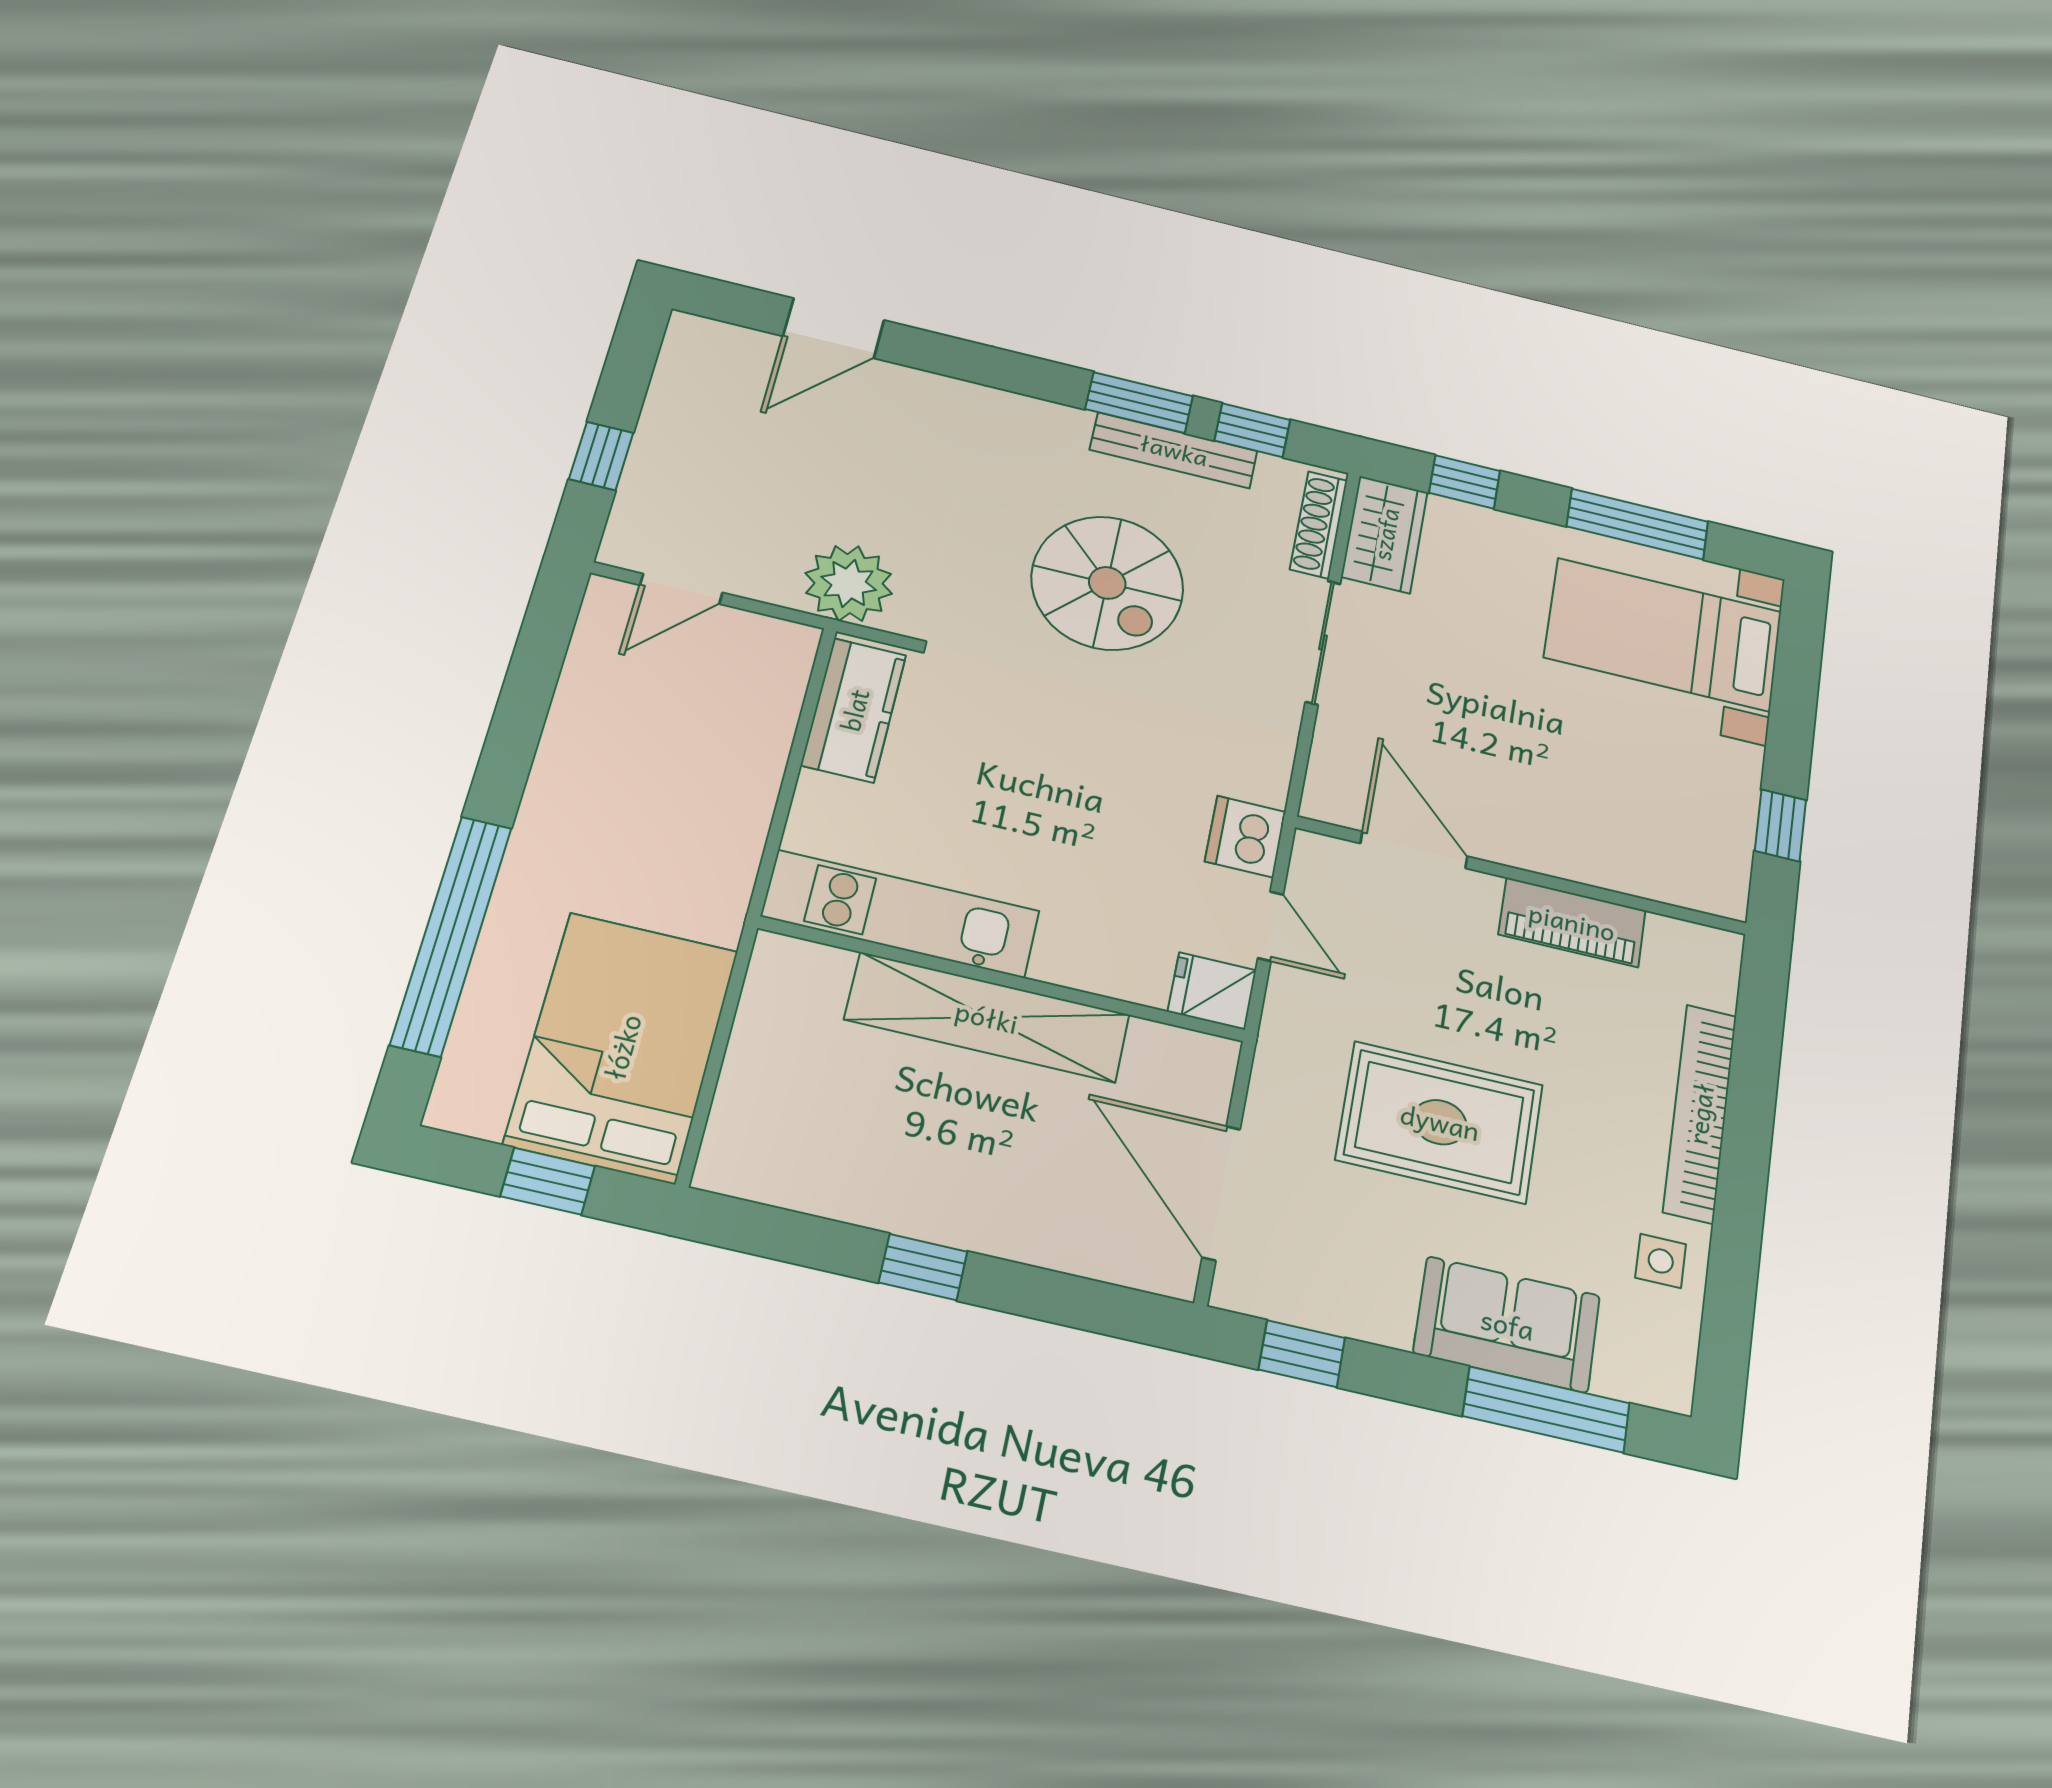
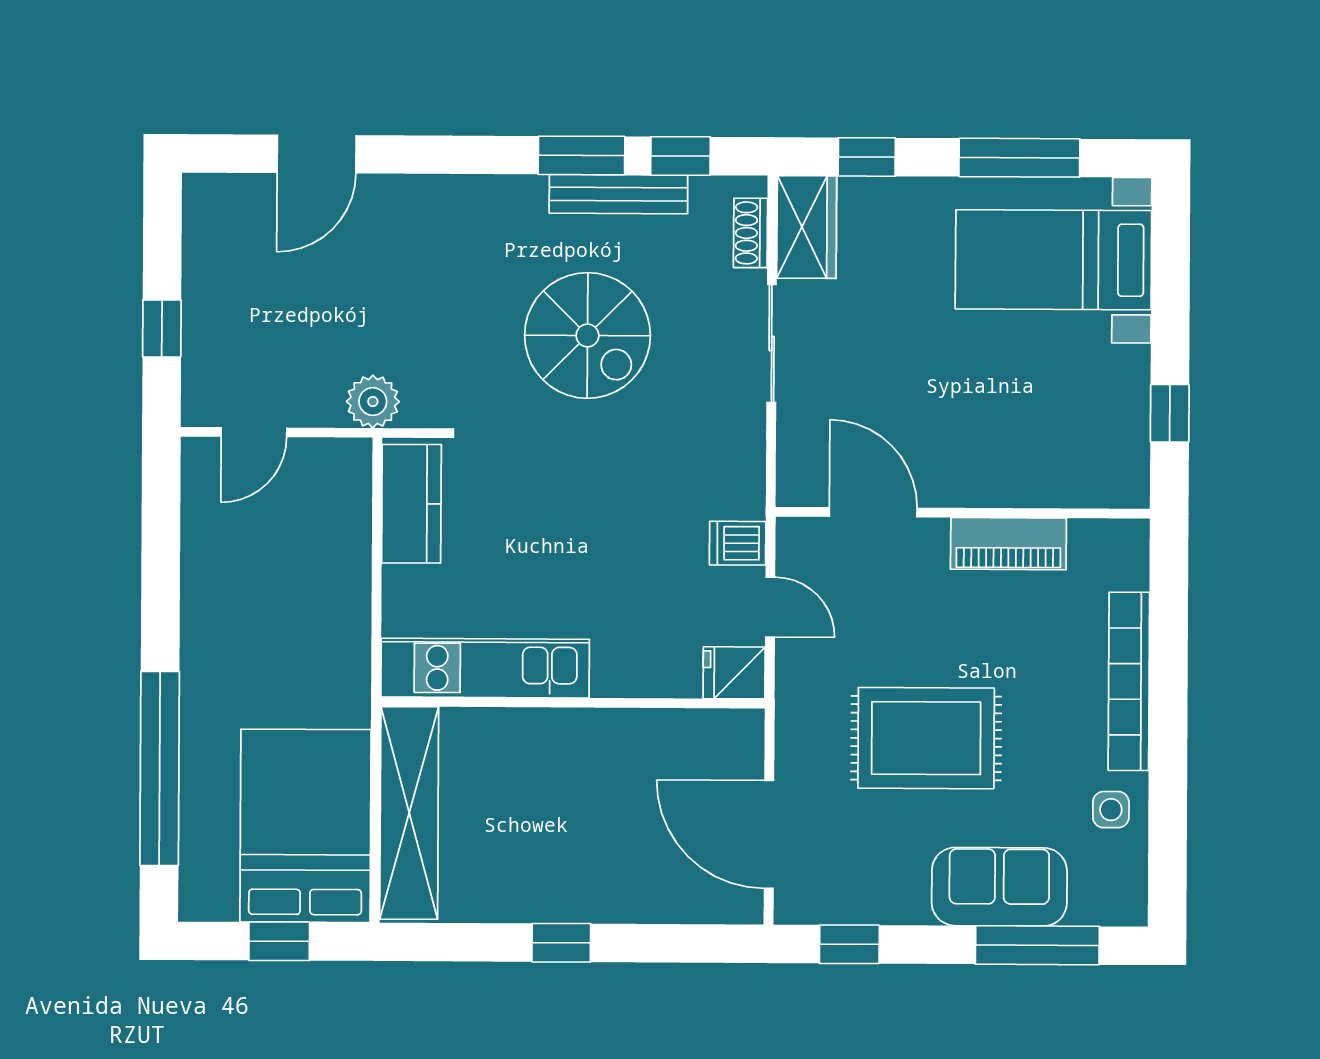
shoe rack: (1319, 525) -> (750, 233), width x0.70
plant: (849, 583) -> (373, 402), width x0.73, depth x0.73
dishwasher: (1245, 837) -> (738, 543), width x0.73
shelving: (987, 1017) -> (409, 813), moved, turned 90

